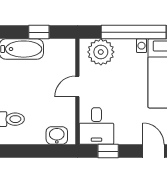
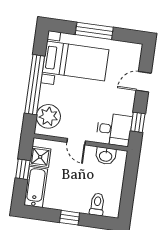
shower: (55, 49) -> (40, 157), added
washbasin: (57, 135) -> (106, 156), moved, turned -90

